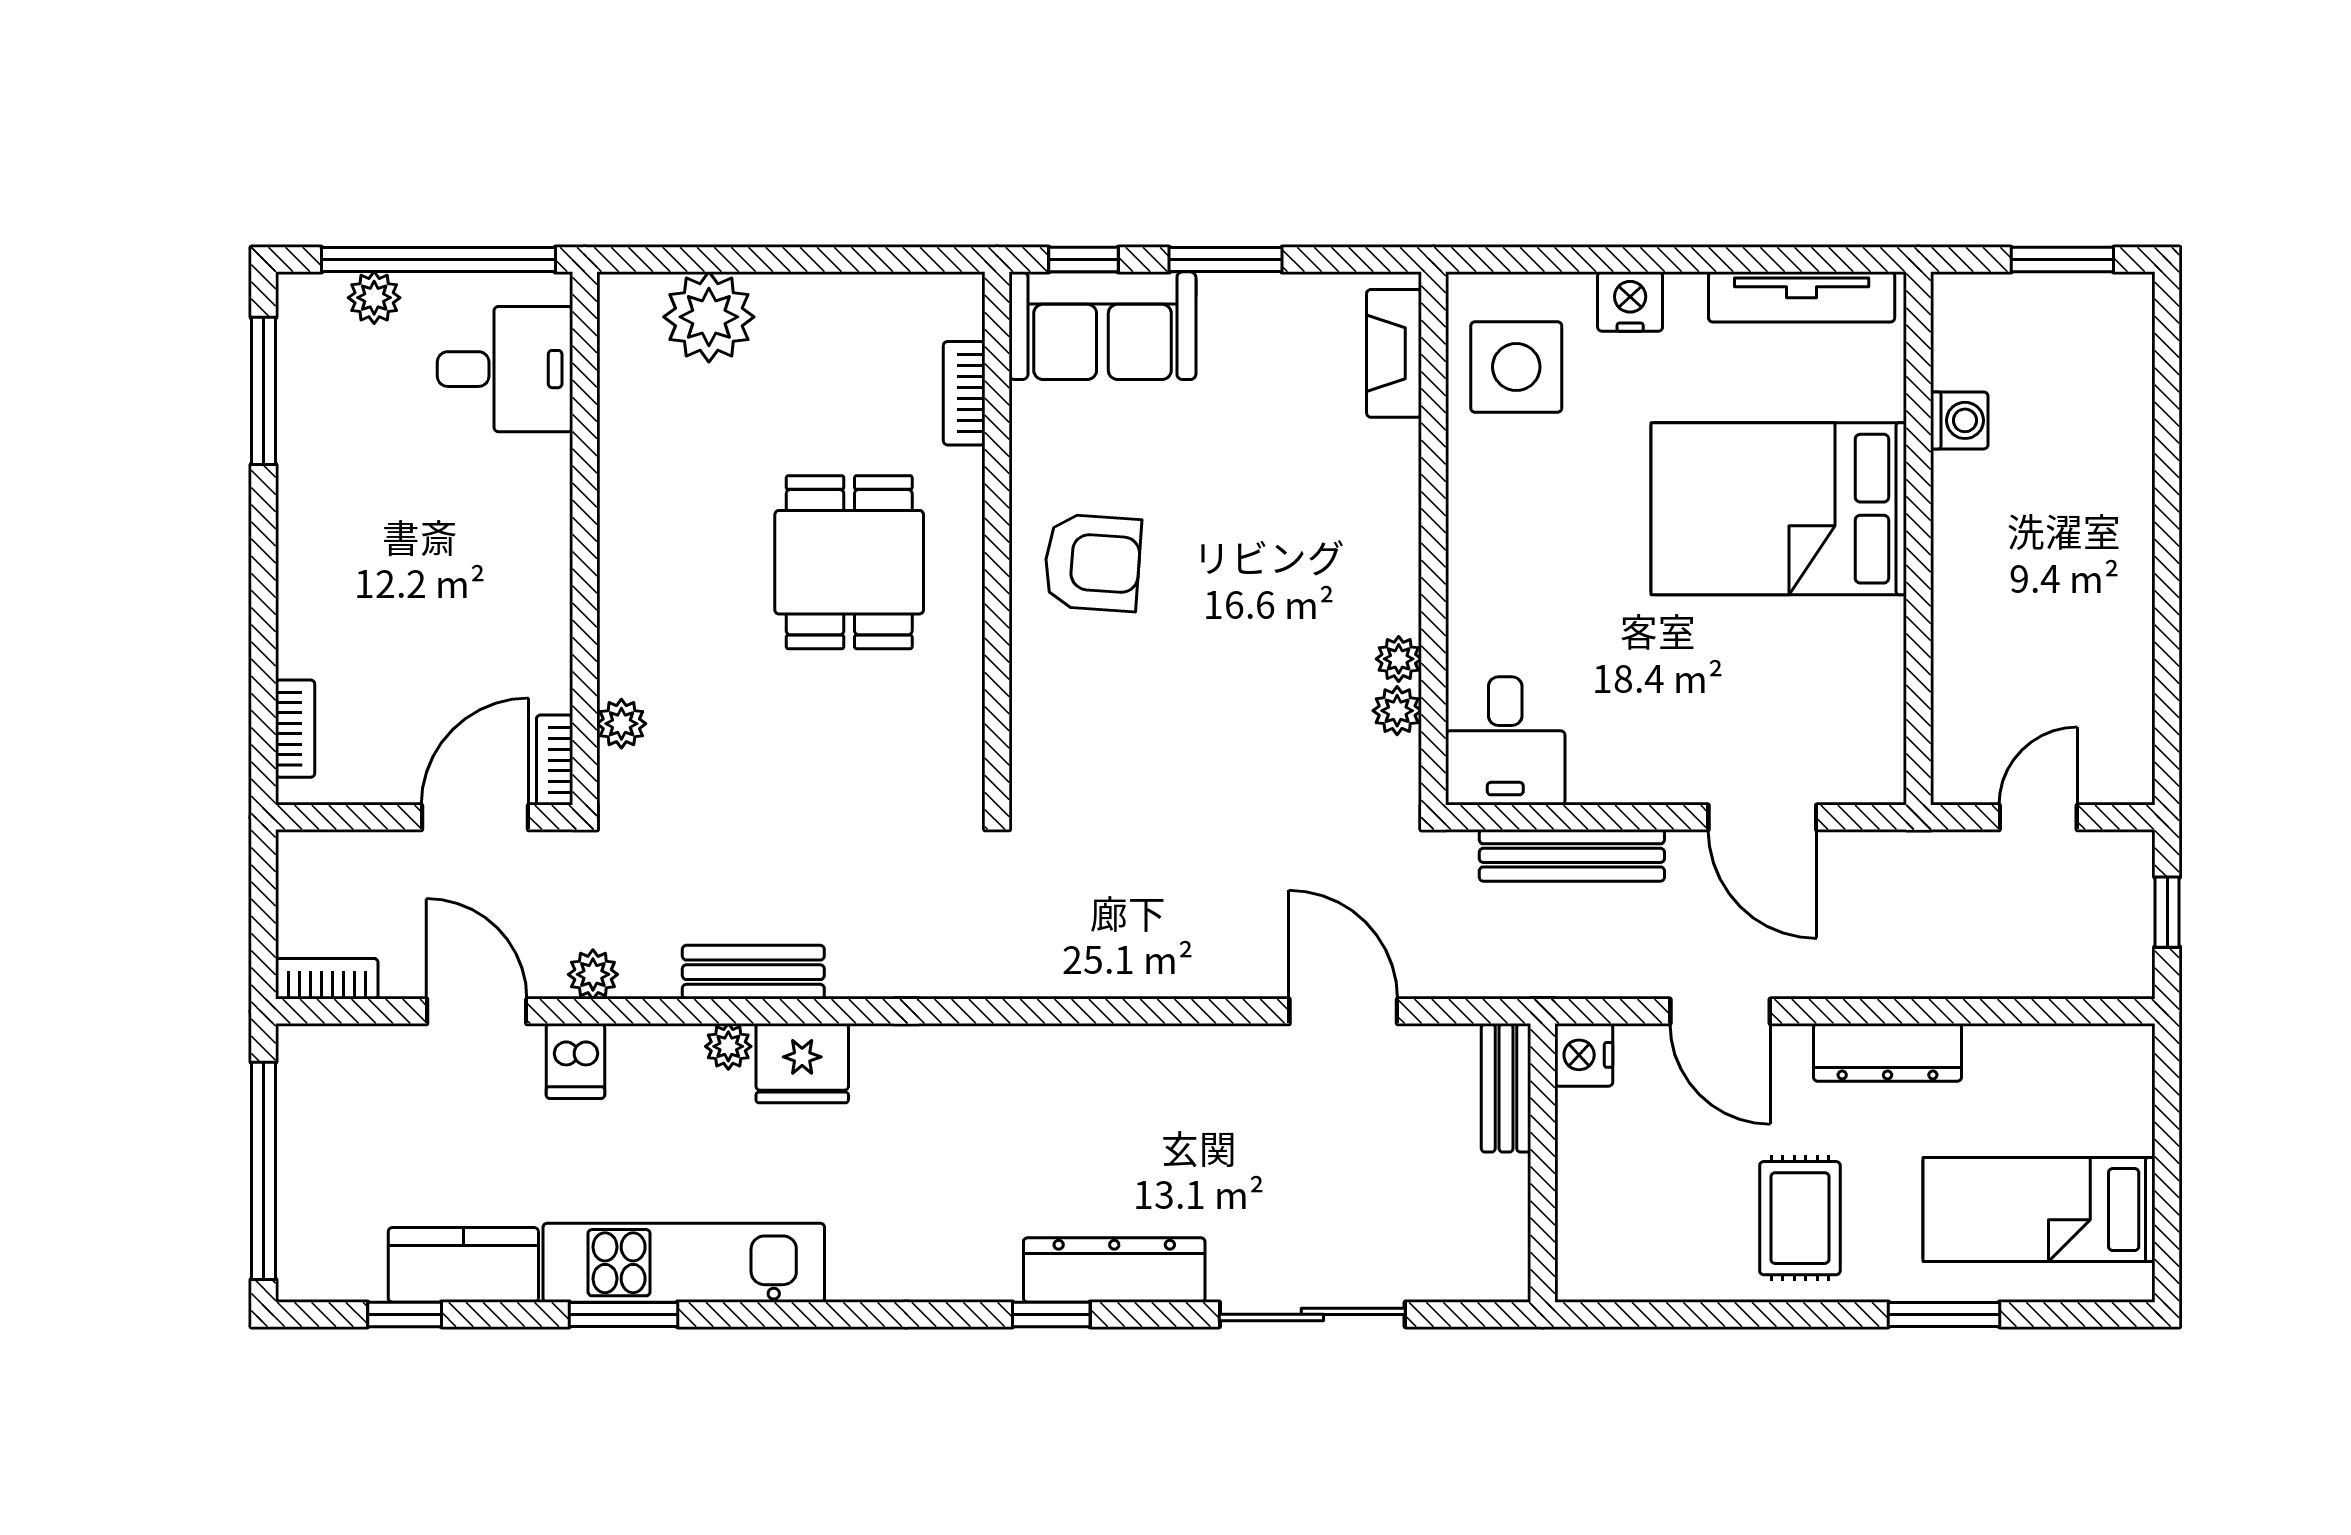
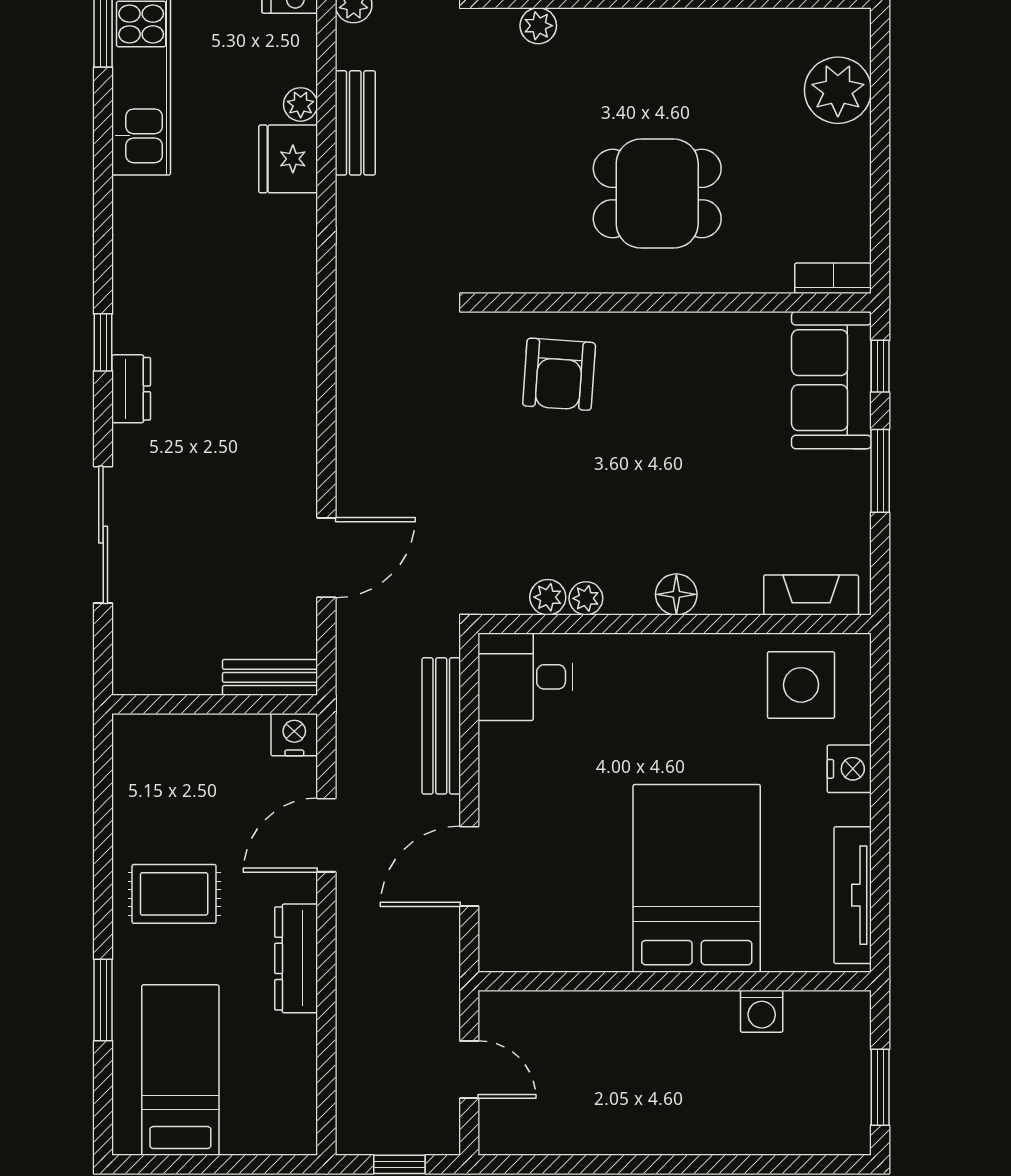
bookcase: (964, 393) -> (833, 278), moved
floor lamp: (1393, 536) -> (676, 594), added
armchair: (1092, 563) -> (559, 374), moved
dresser: (1114, 1270) -> (131, 389), width x0.51, depth x0.80

